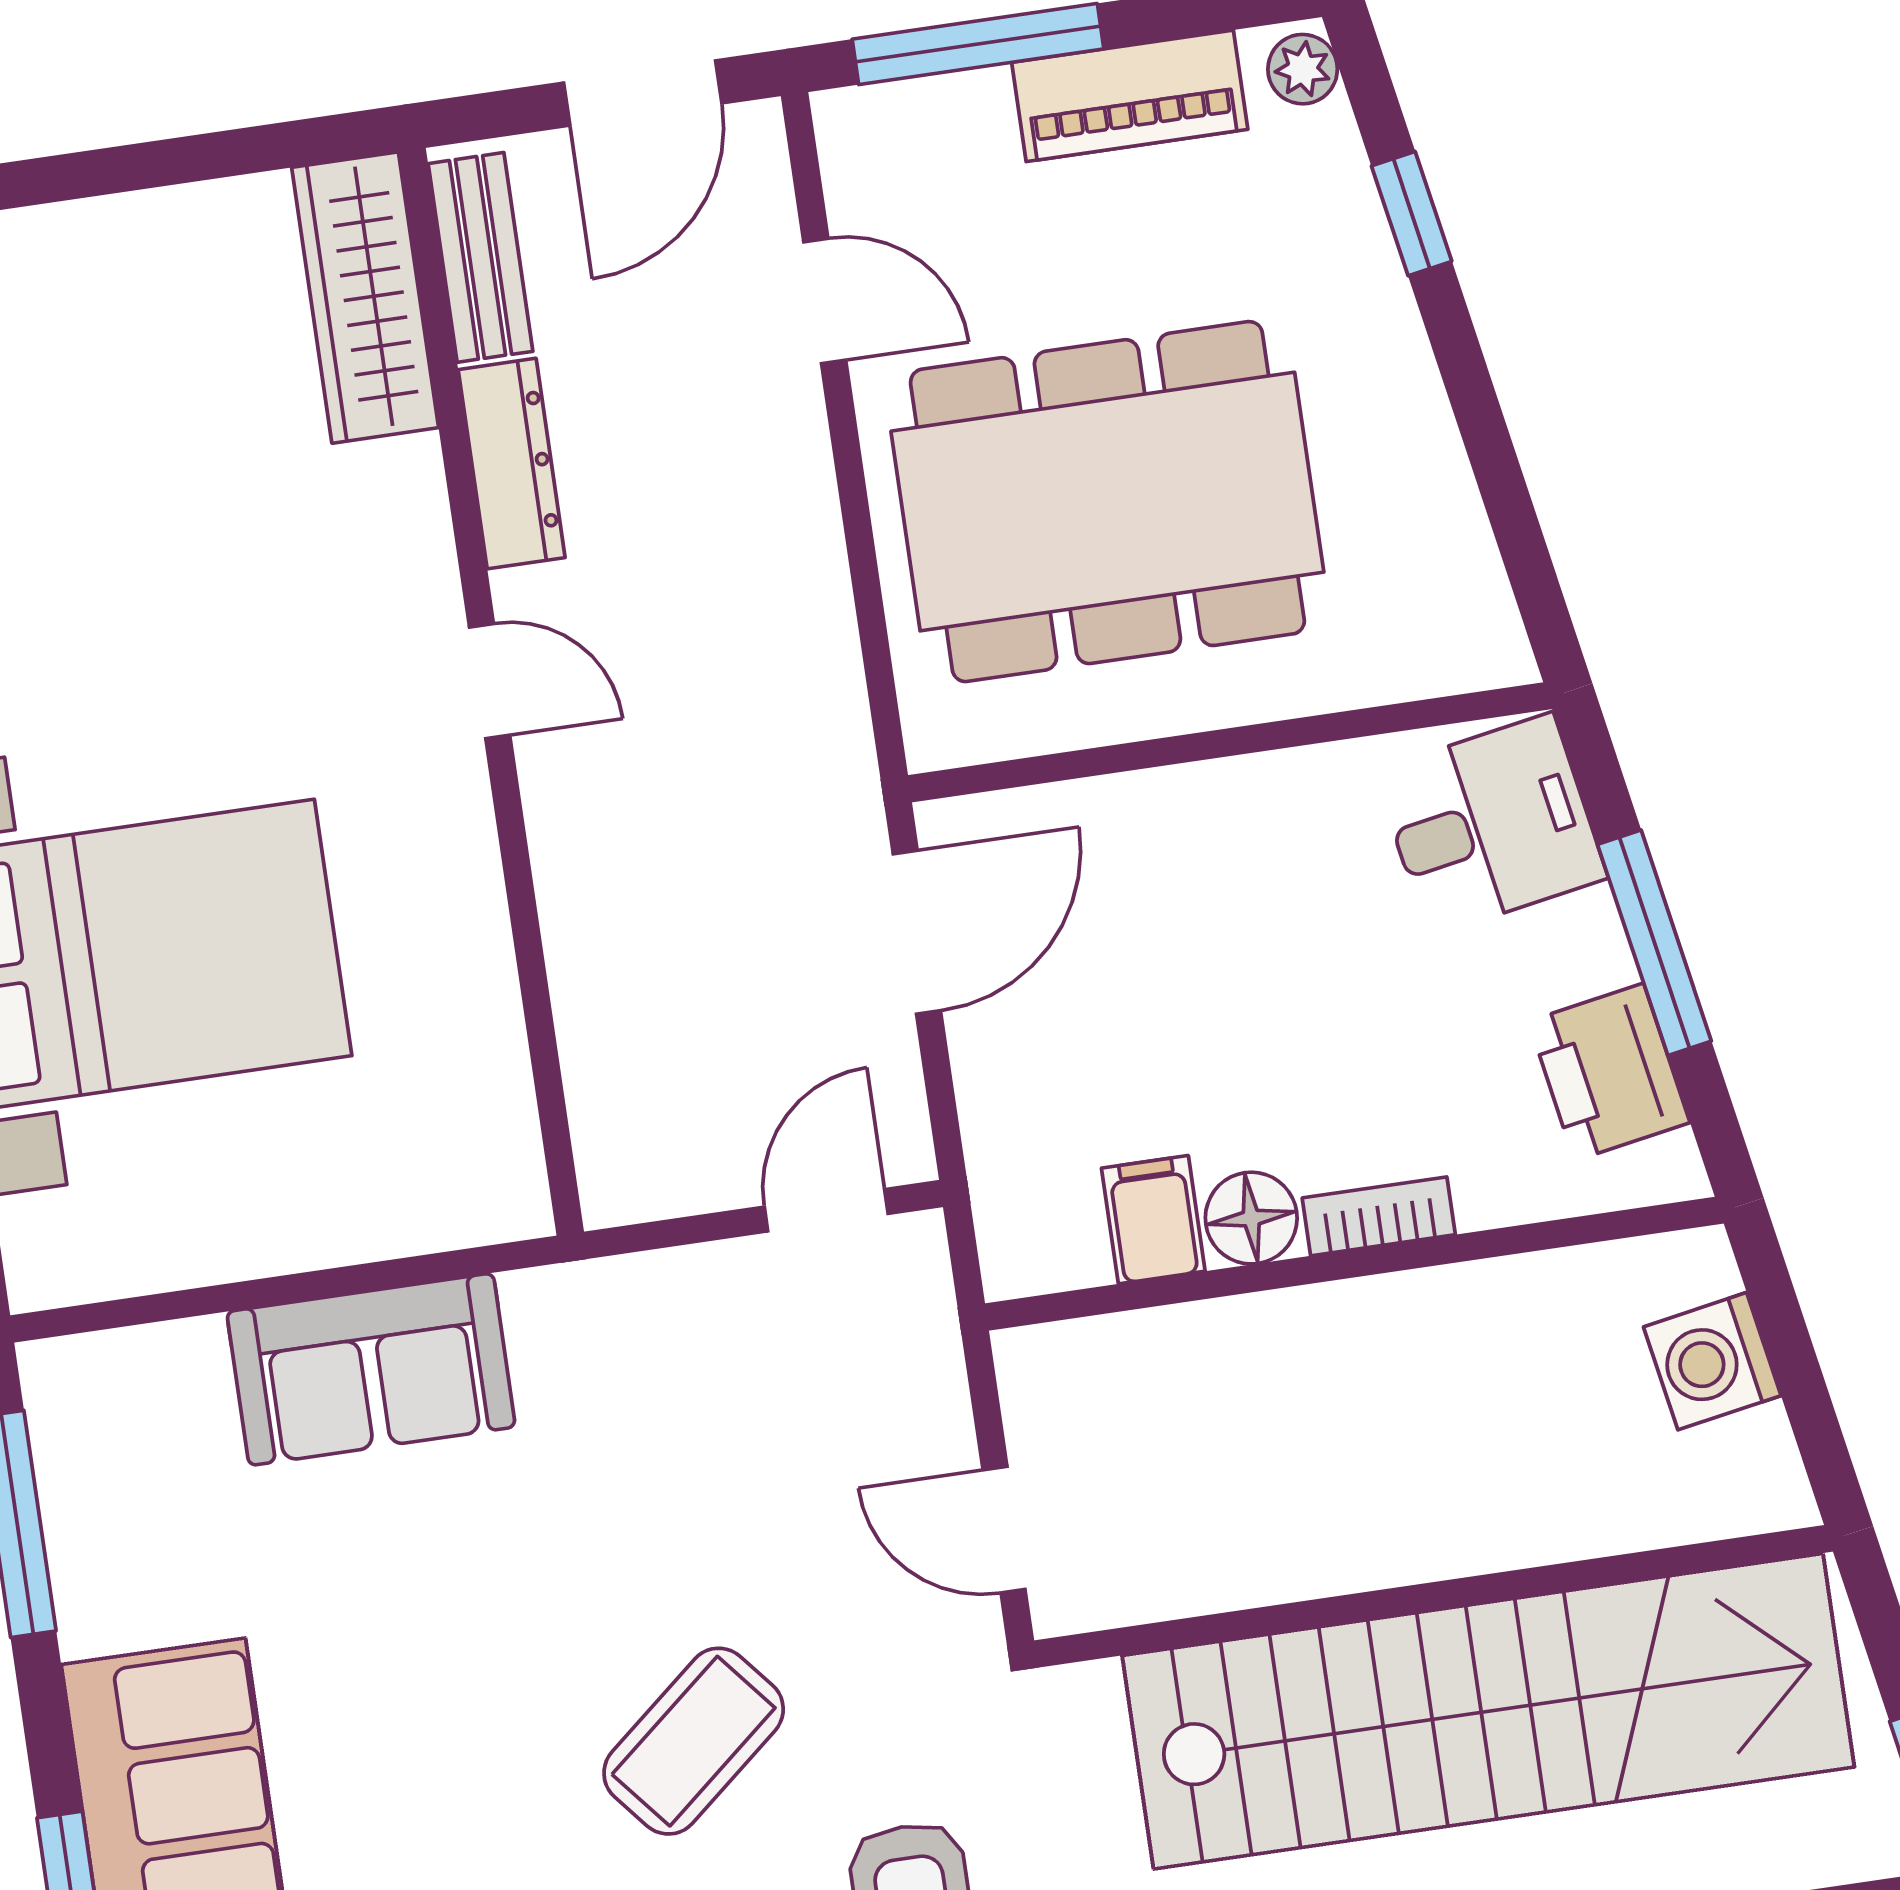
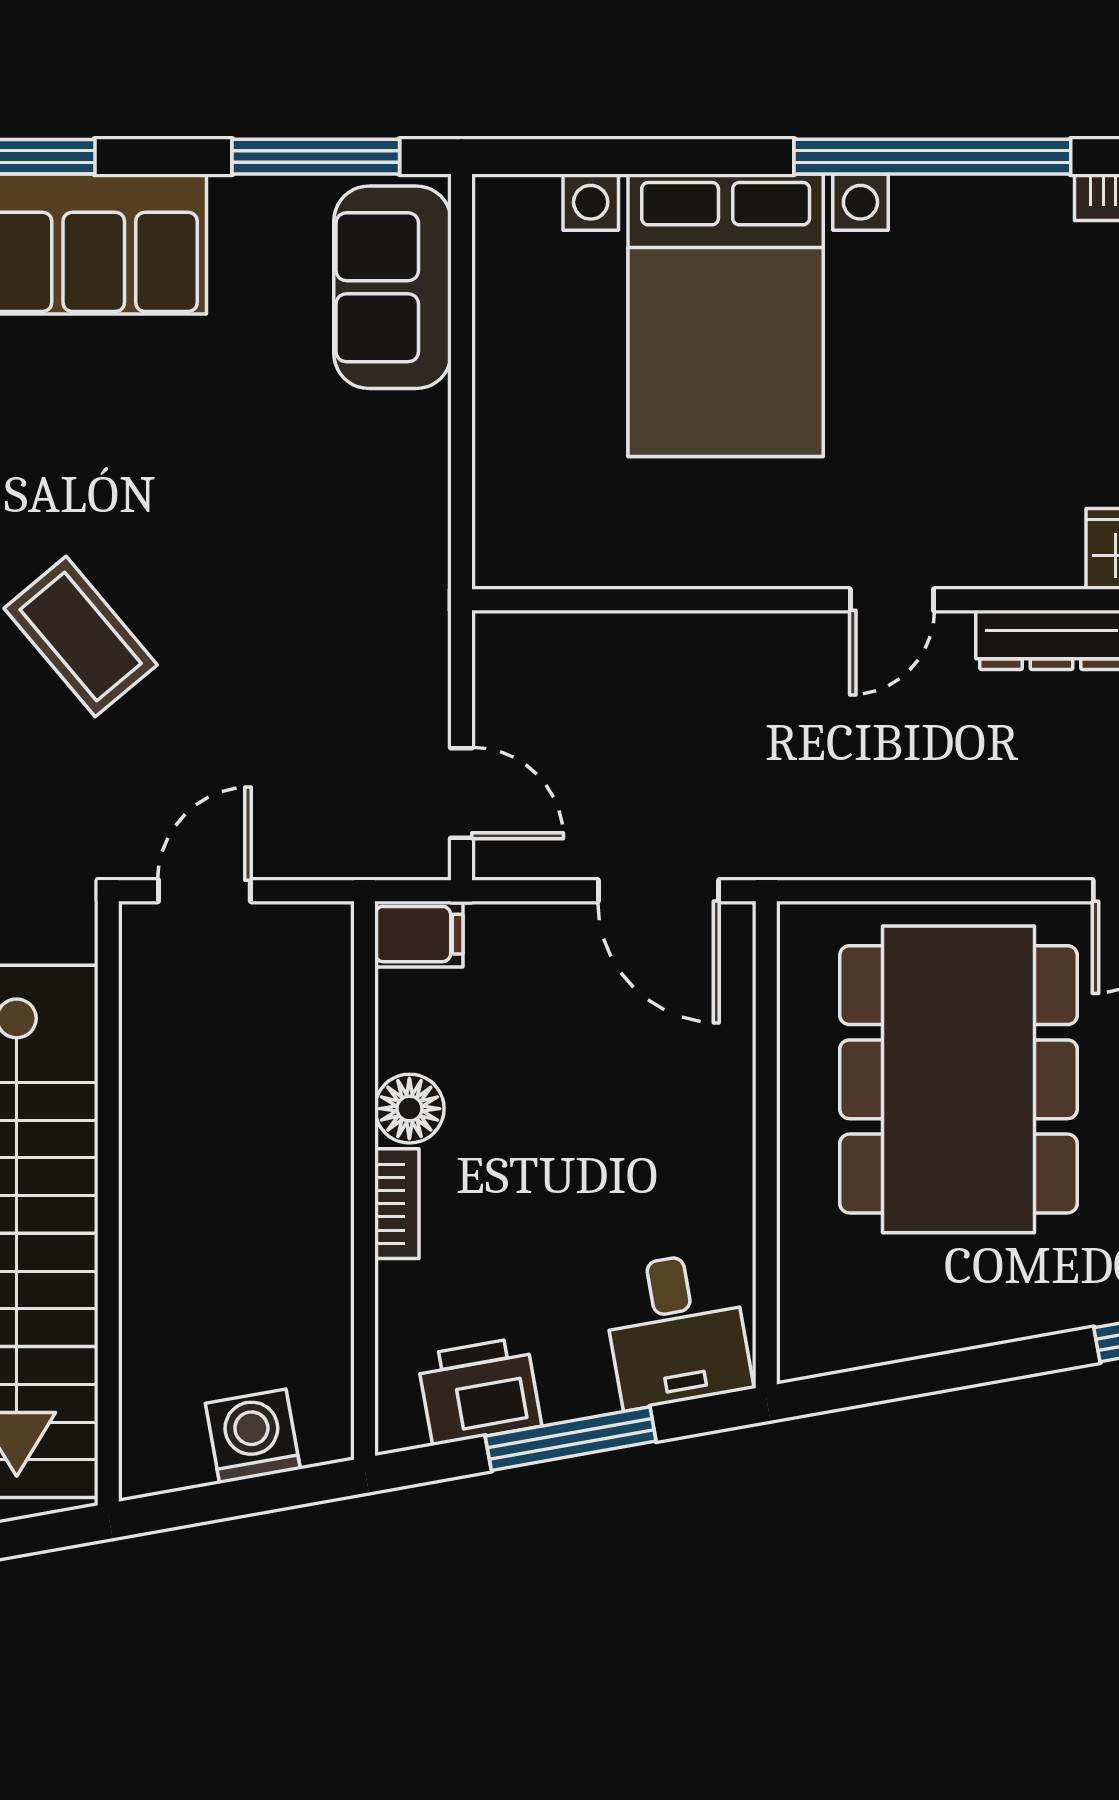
filing cabinet: (1153, 1220) -> (419, 934), moved
sofa: (371, 1369) -> (392, 287), moved

